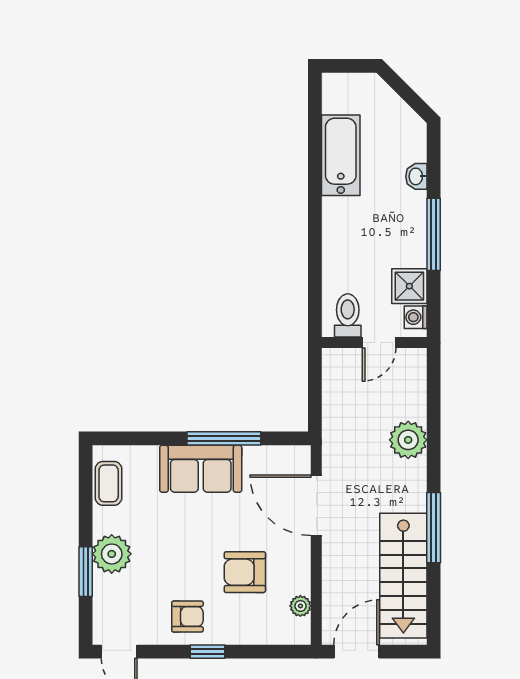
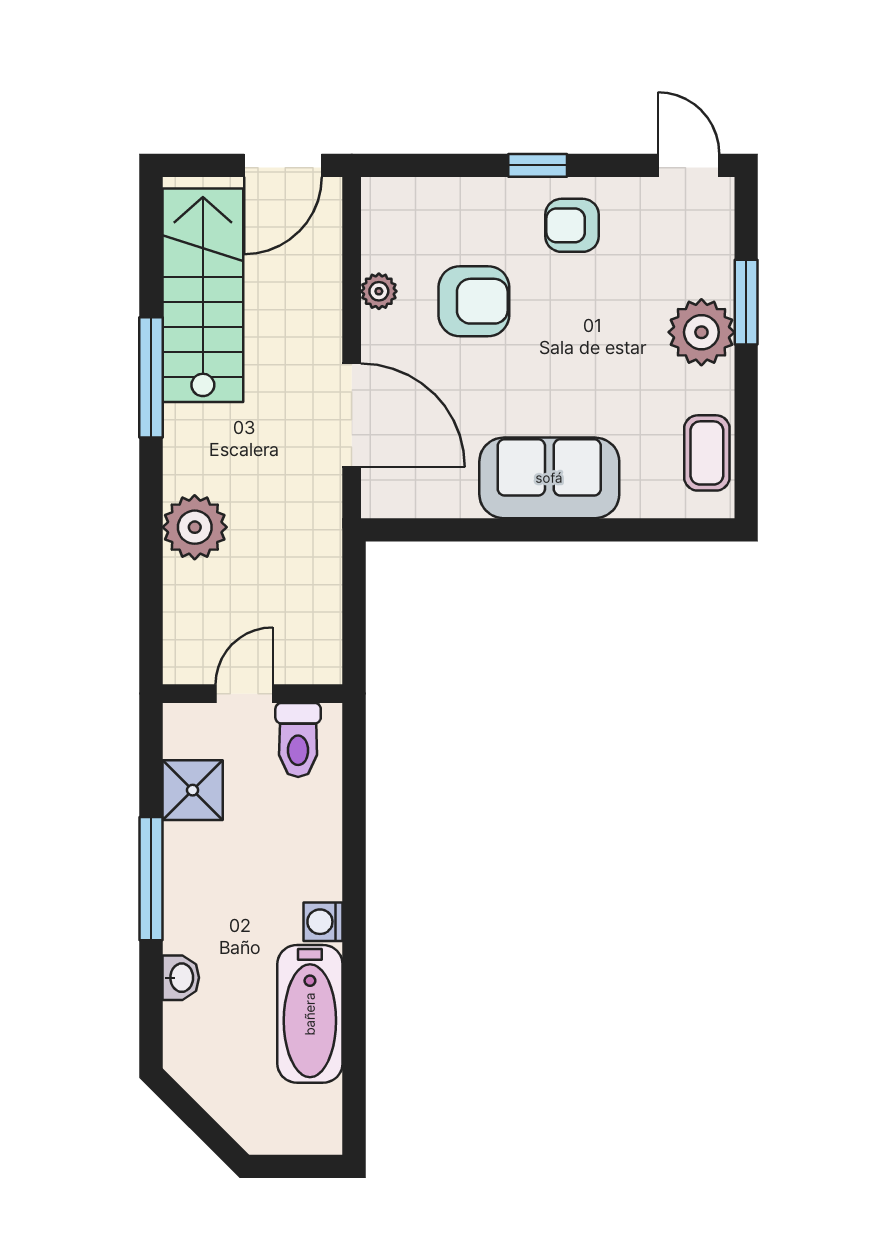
washing machine: (416, 317) -> (323, 922), moved, turned 180
window: (224, 438) -> (510, 530), removed
plant: (300, 606) -> (379, 291), moved

